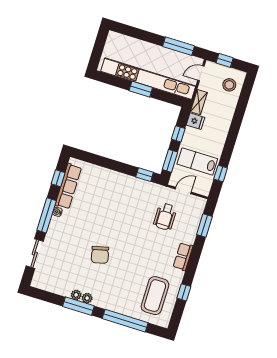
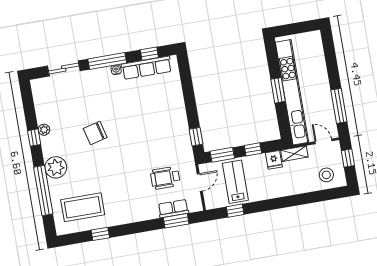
door: (183, 191) -> (200, 183), hinge flipped
row of seats: (183, 257) -> (173, 209), moved
plant: (87, 298) -> (56, 167), moved, width x1.88, depth x1.88
window: (78, 306) -> (34, 138), width x0.46

